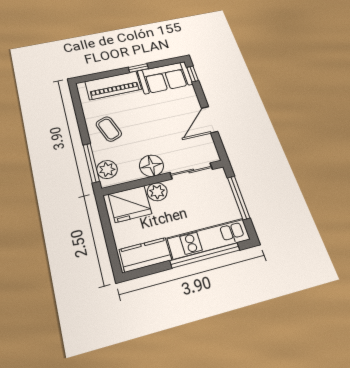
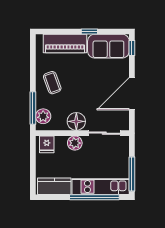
door: (210, 120) -> (132, 94), width x1.36
window: (239, 198) -> (132, 174), moved
fridge: (130, 204) -> (47, 144), width x0.53, depth x0.75

